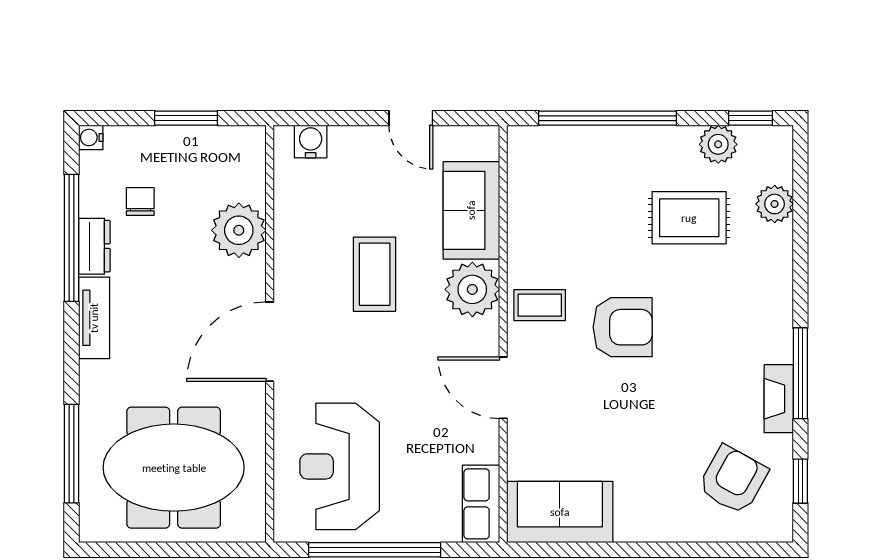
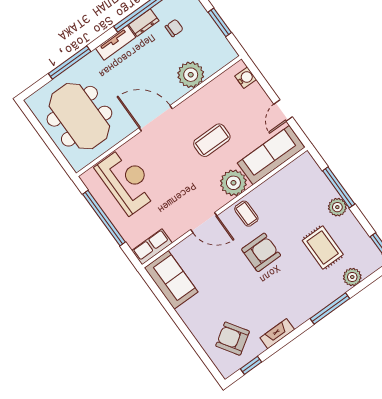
window: (608, 118) -> (339, 187), width x0.68
plant: (718, 144) -> (337, 207), moved
sofa: (471, 210) -> (271, 155), width x1.36
armchair: (623, 327) -> (261, 252), turned -90
window: (800, 373) -> (330, 309), moved
door: (503, 388) -> (204, 223), swing flipped
window: (72, 454) -> (70, 63), moved
reception desk: (340, 466) -> (127, 181), turned 90
armchair: (733, 480) -> (233, 339), turned -152

